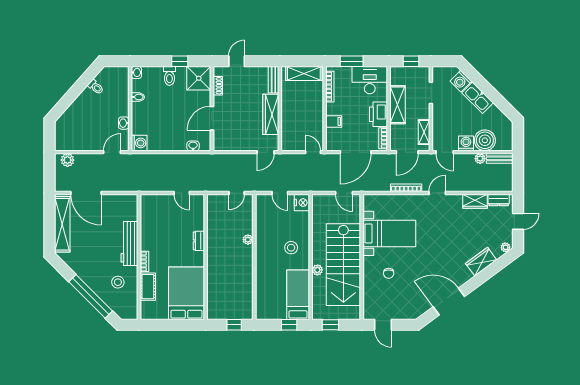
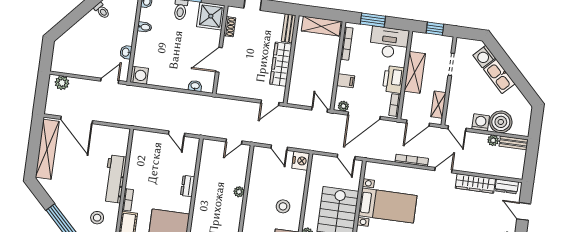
plant: (335, 146) -> (343, 106), added
wardrobe: (475, 201) -> (475, 183), width x1.50
door: (518, 221) -> (524, 211), swing flipped

